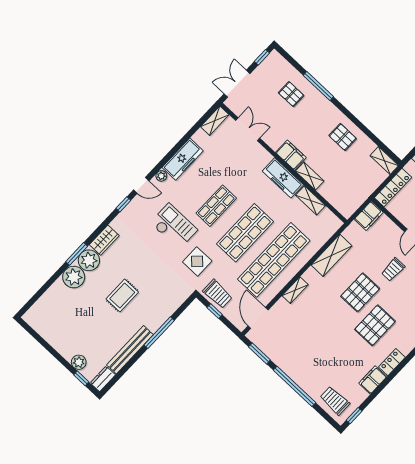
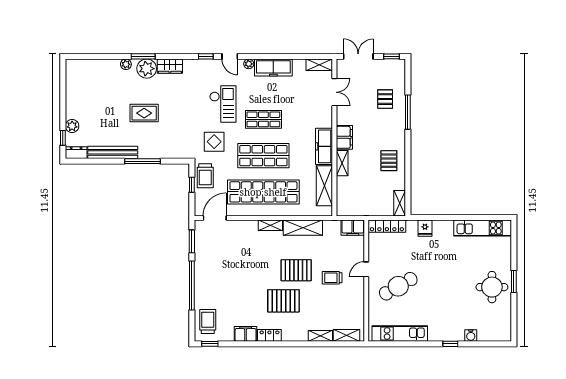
shelving: (311, 200) -> (324, 186), width x1.50, depth x1.33
plant: (74, 277) -> (126, 64), width x0.53, depth x0.53
shelving: (295, 290) -> (270, 225), moved

